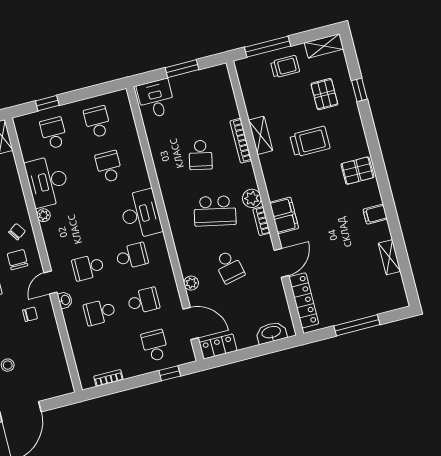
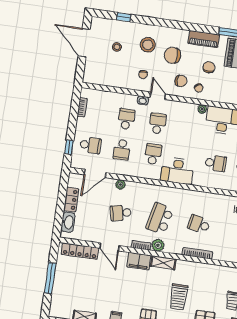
shelving: (261, 135) -> (163, 263), moved
school desk: (132, 256) -> (153, 154), turned 180
locker: (218, 346) -> (71, 200), moved

